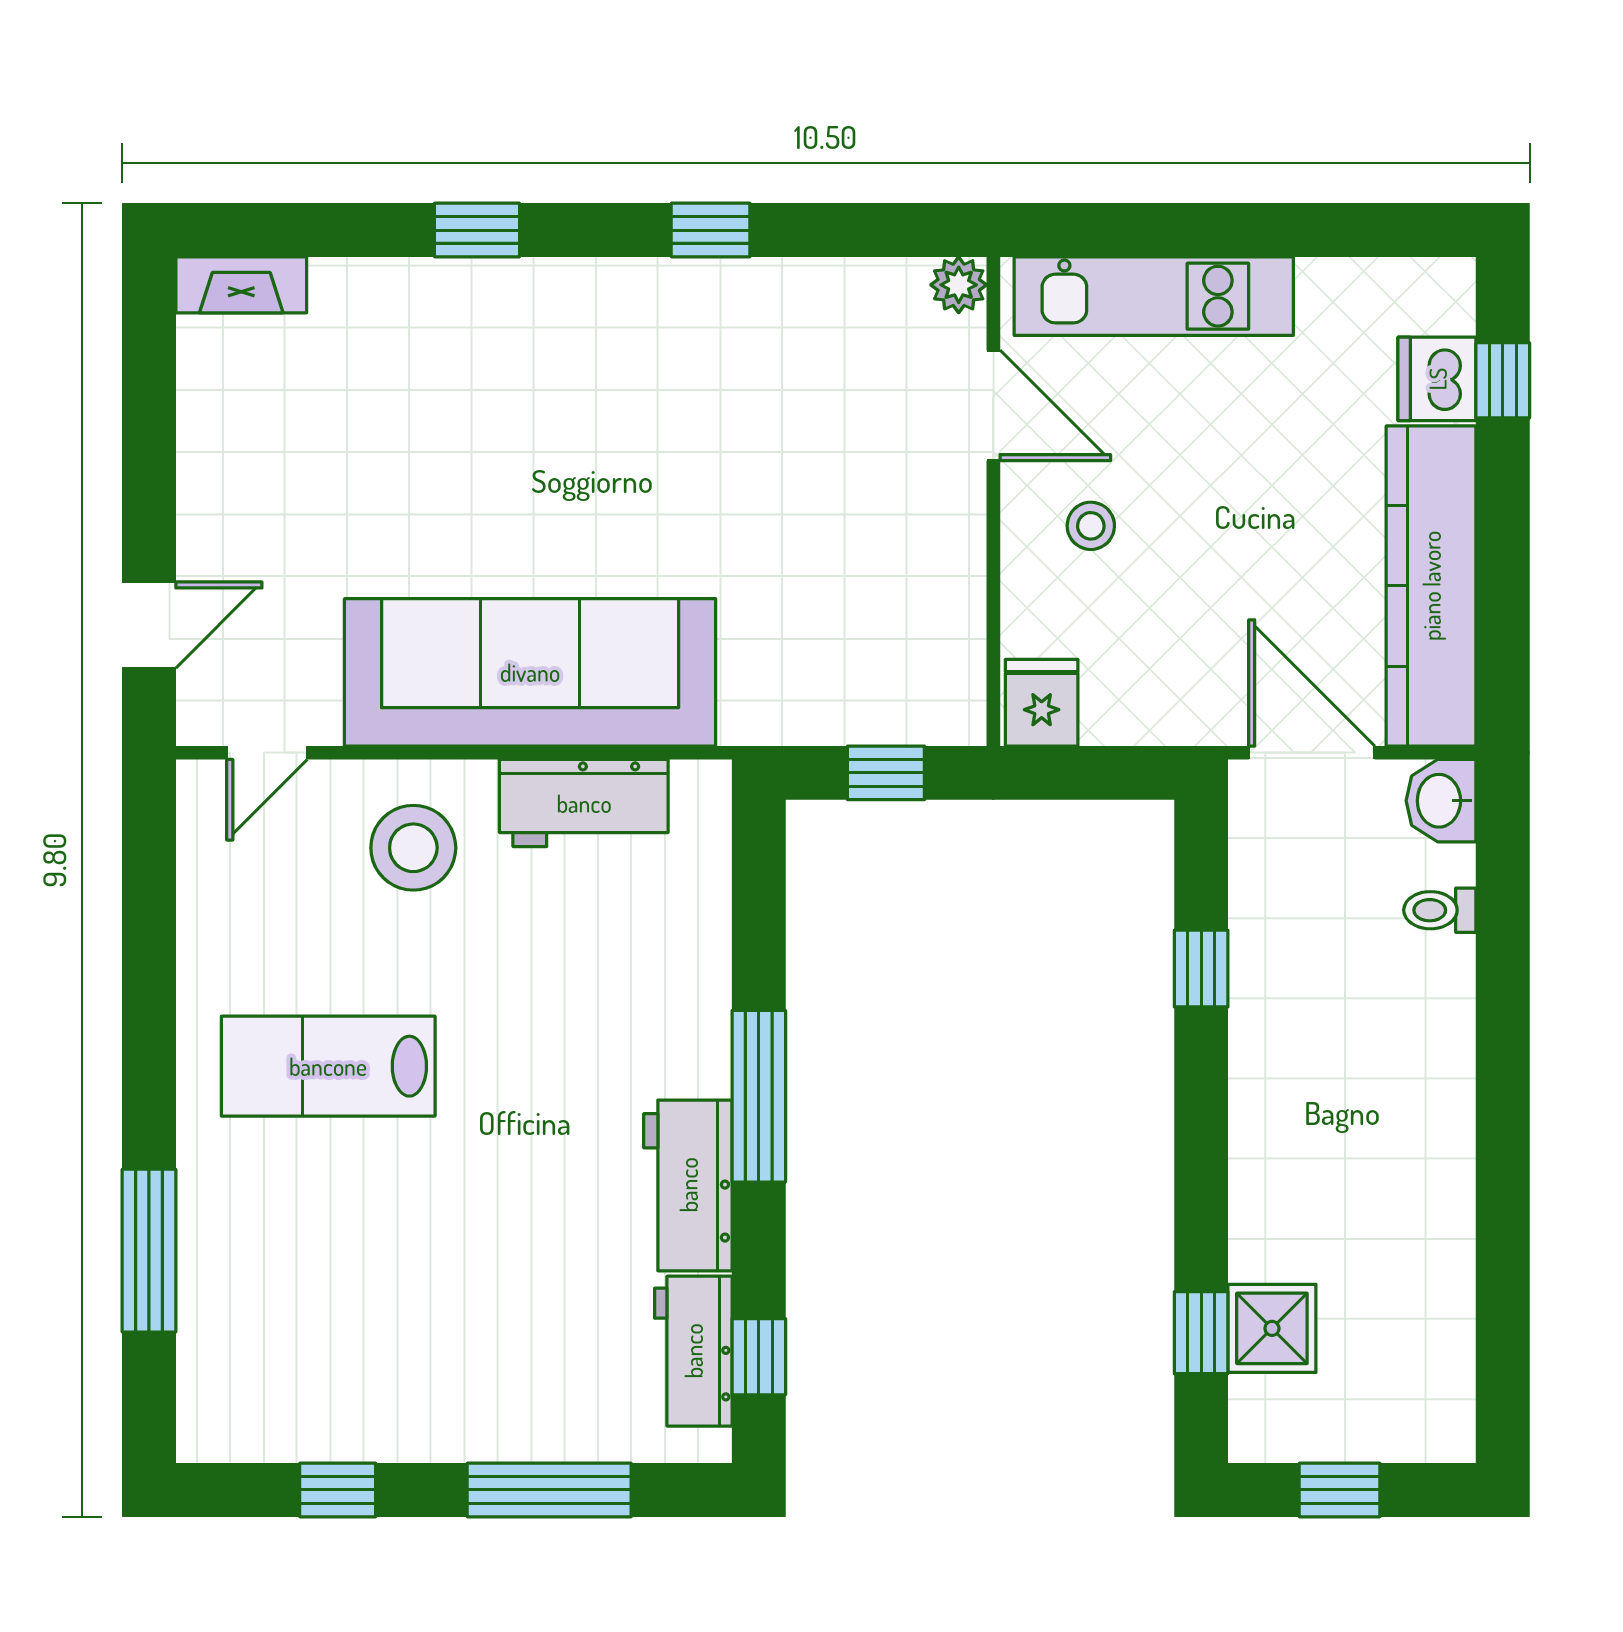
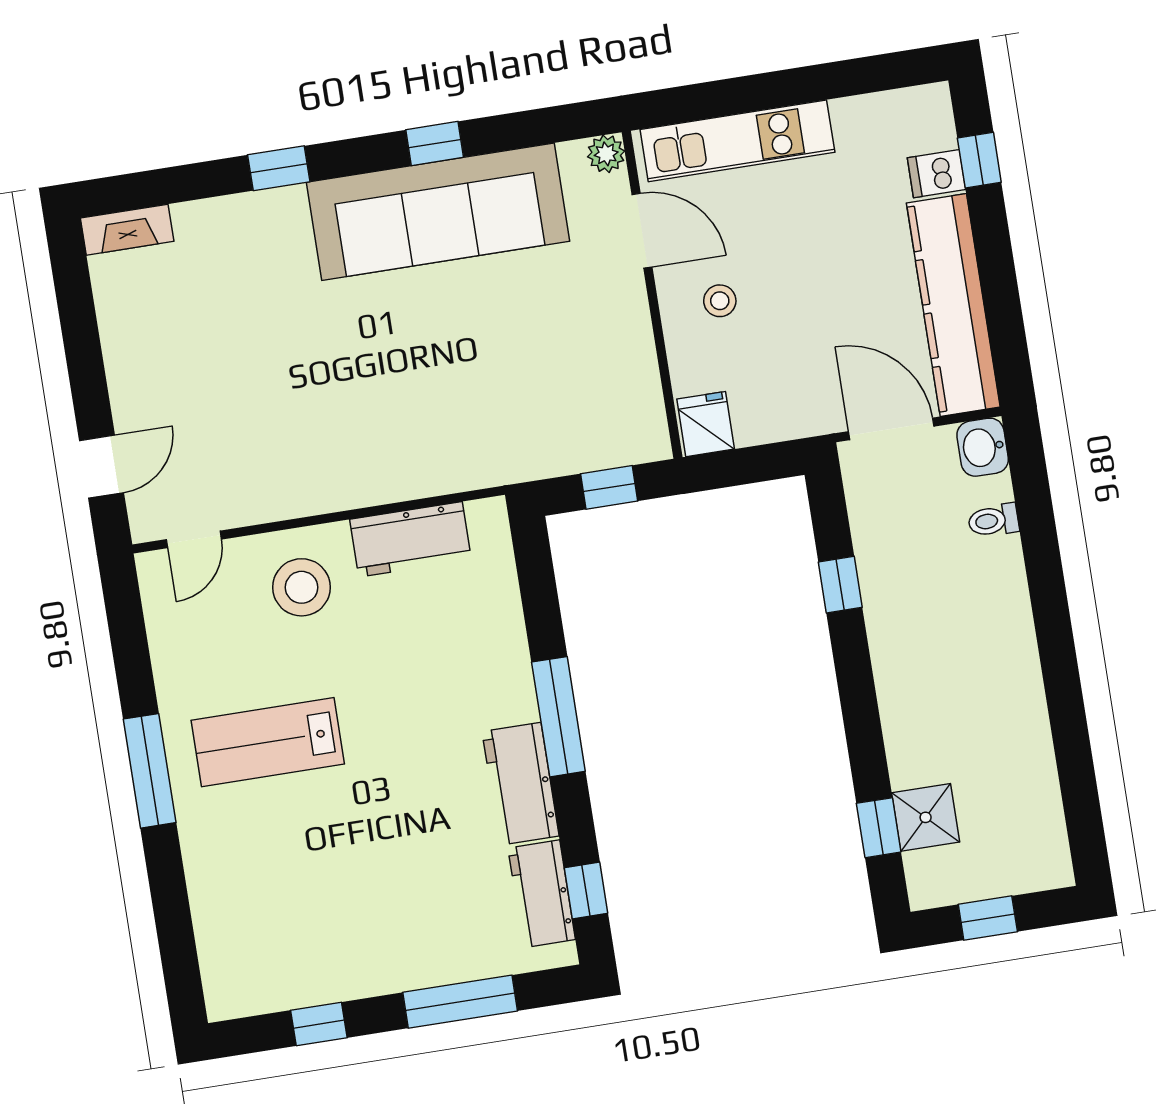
dishwasher: (1437, 379) -> (936, 174), width x0.73
sofa: (530, 672) -> (438, 212), moved, turned 180
window: (149, 1251) -> (150, 771), moved

